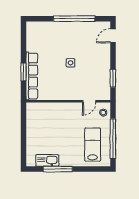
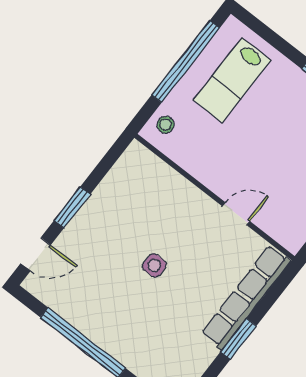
window: (23, 72) -> (238, 339), moved
window: (113, 78) -> (72, 207), moved
door: (89, 101) -> (236, 214), moved

